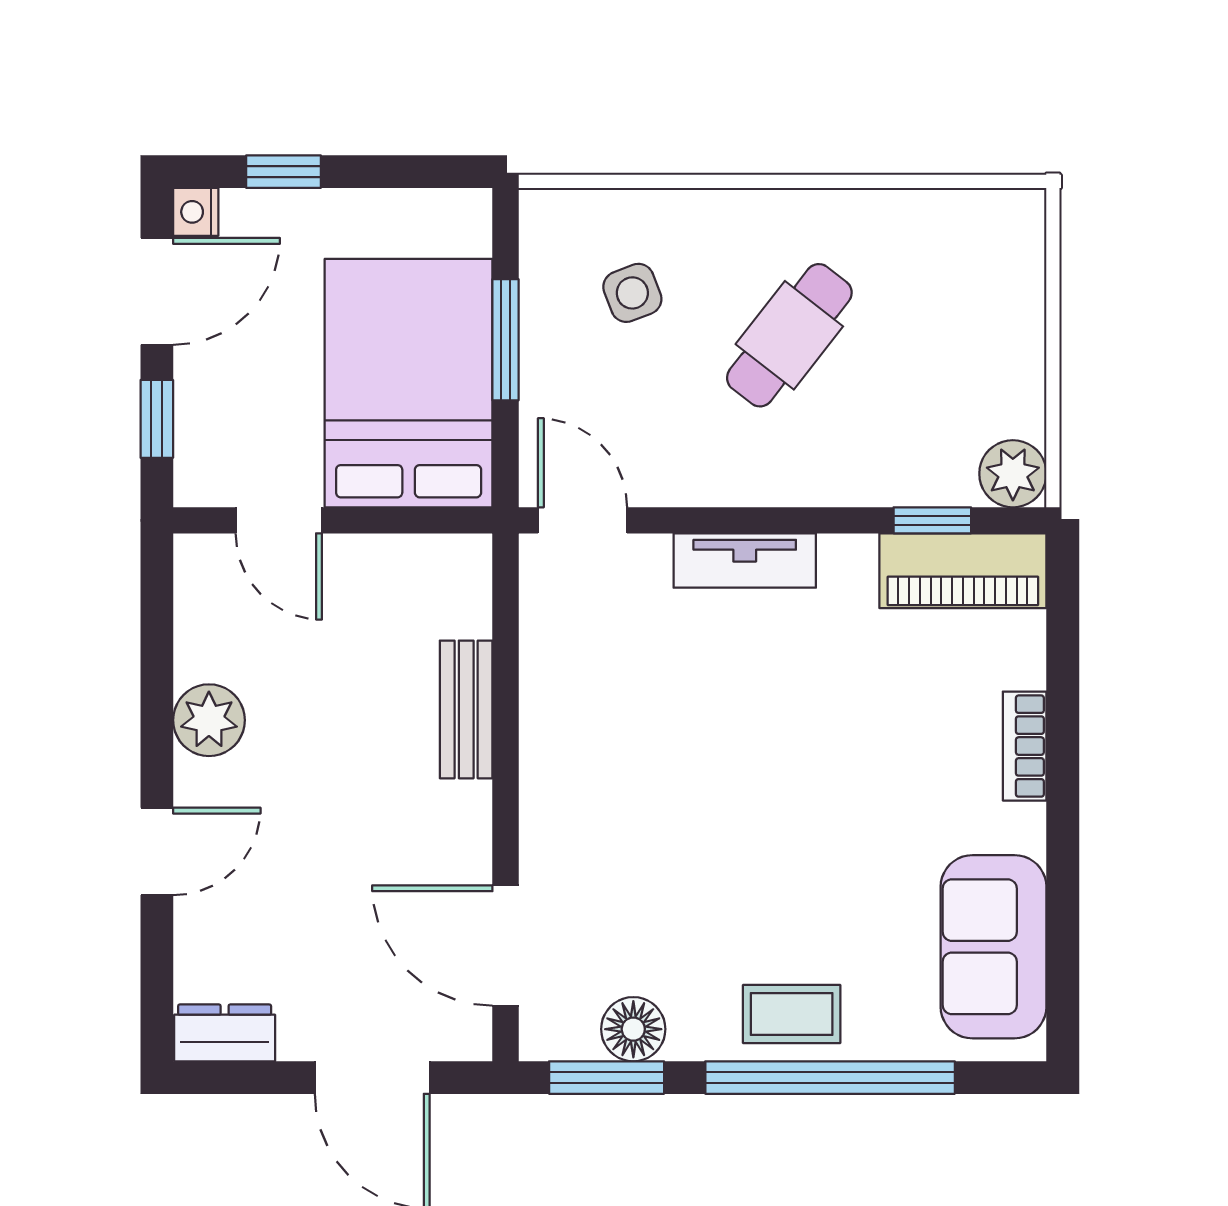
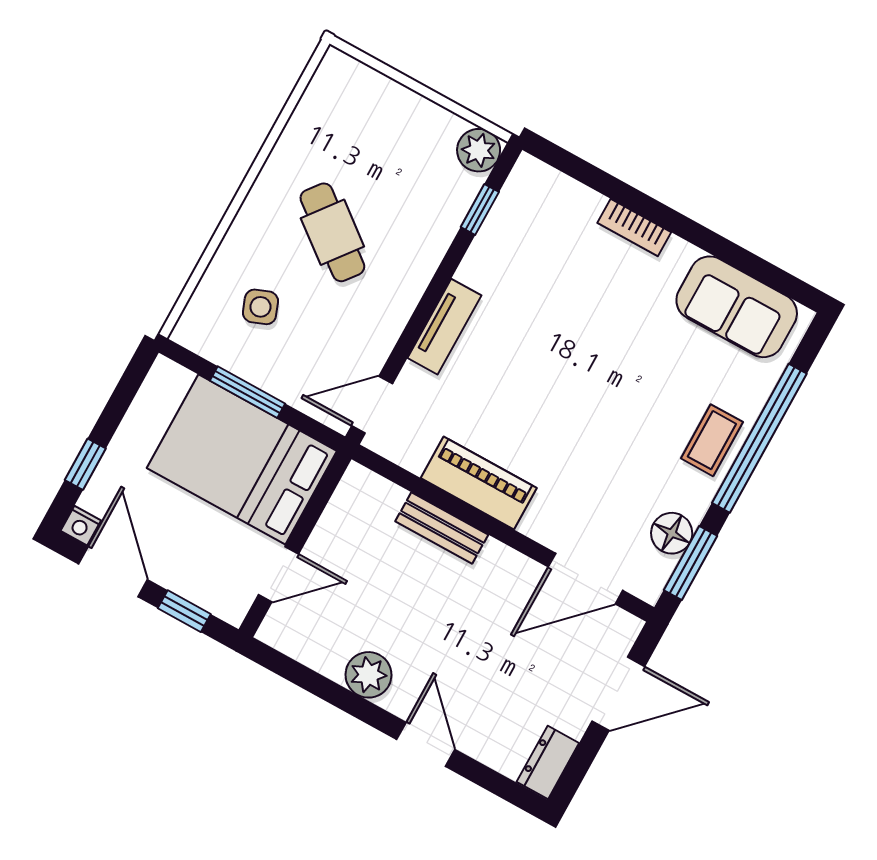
piano: (963, 571) -> (479, 483), moved, turned -90

